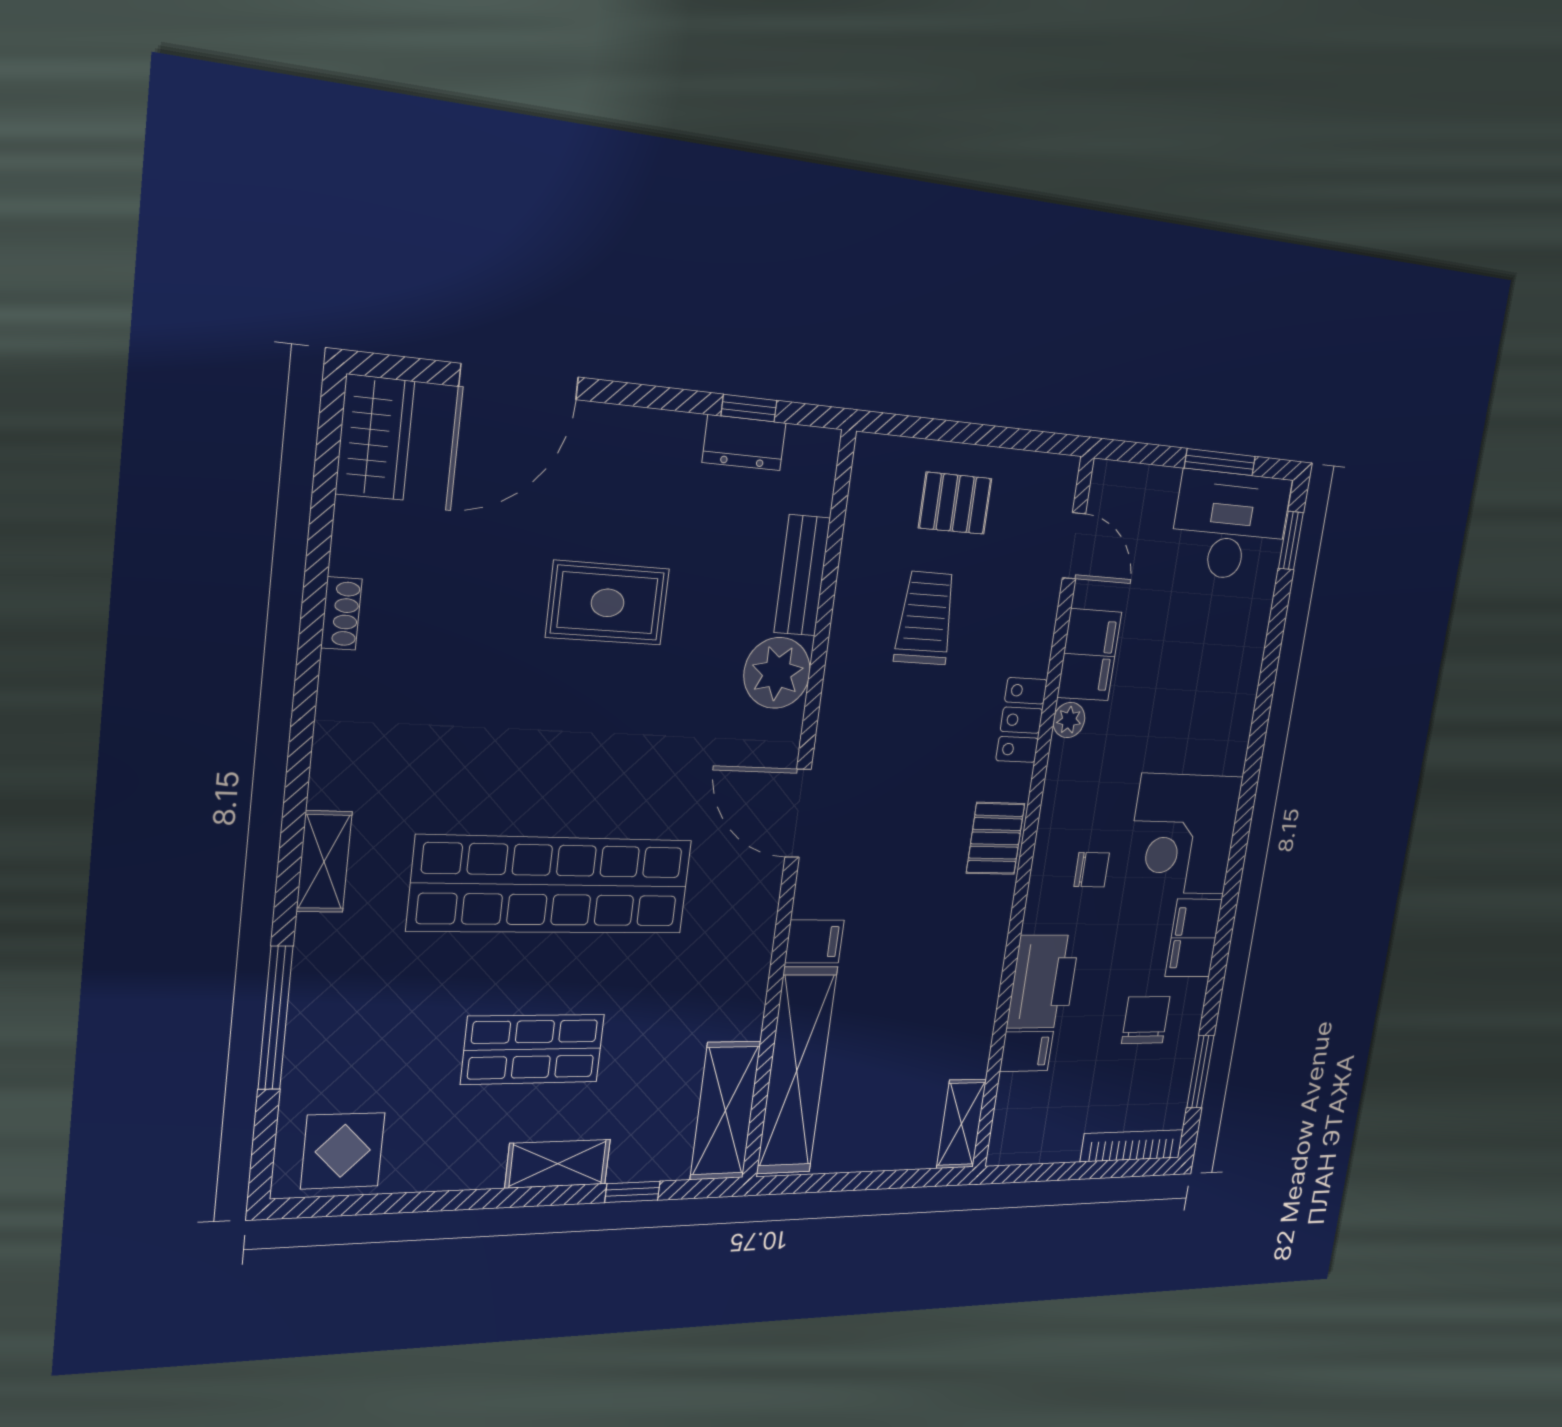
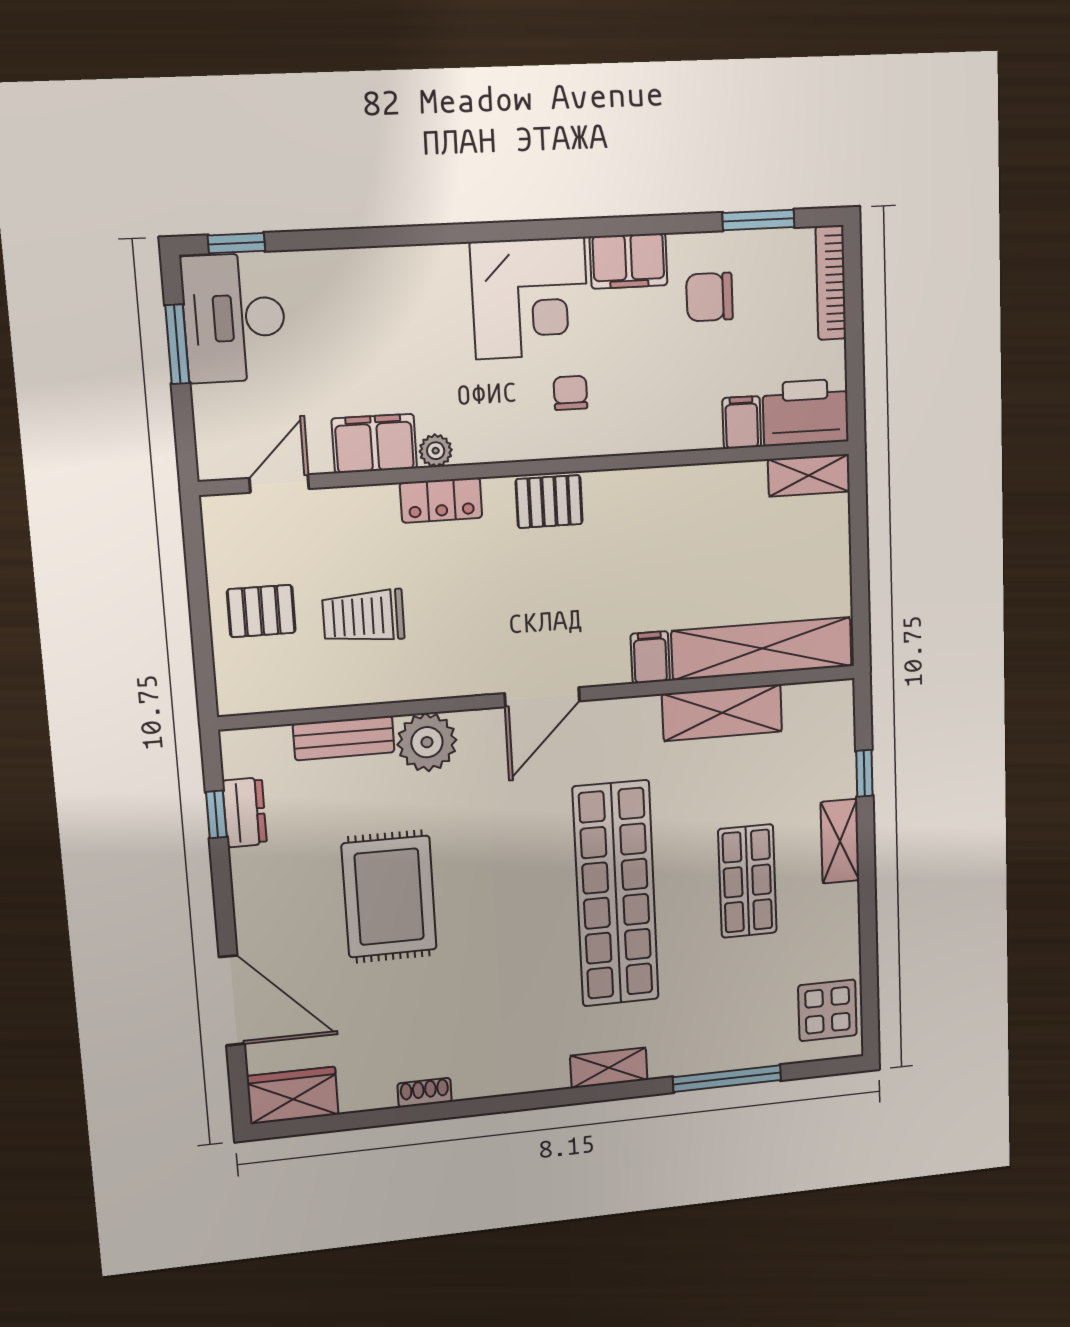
pallet: (955, 503) -> (261, 611), turned 90
rug: (608, 603) -> (389, 897), width x1.36, depth x1.43
printer: (1043, 982) -> (806, 412), moved
shelving: (725, 1111) -> (722, 713), moved

